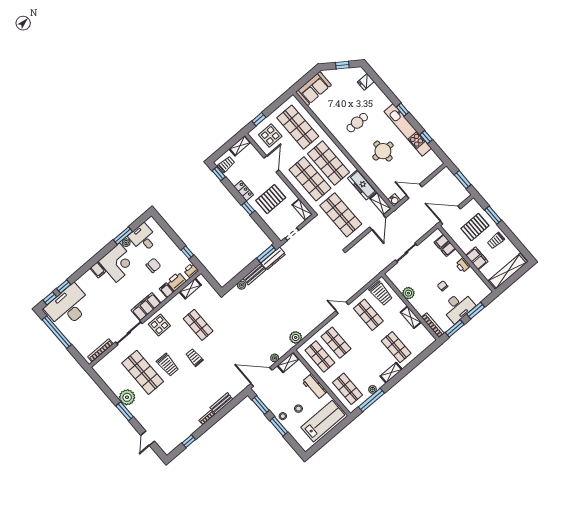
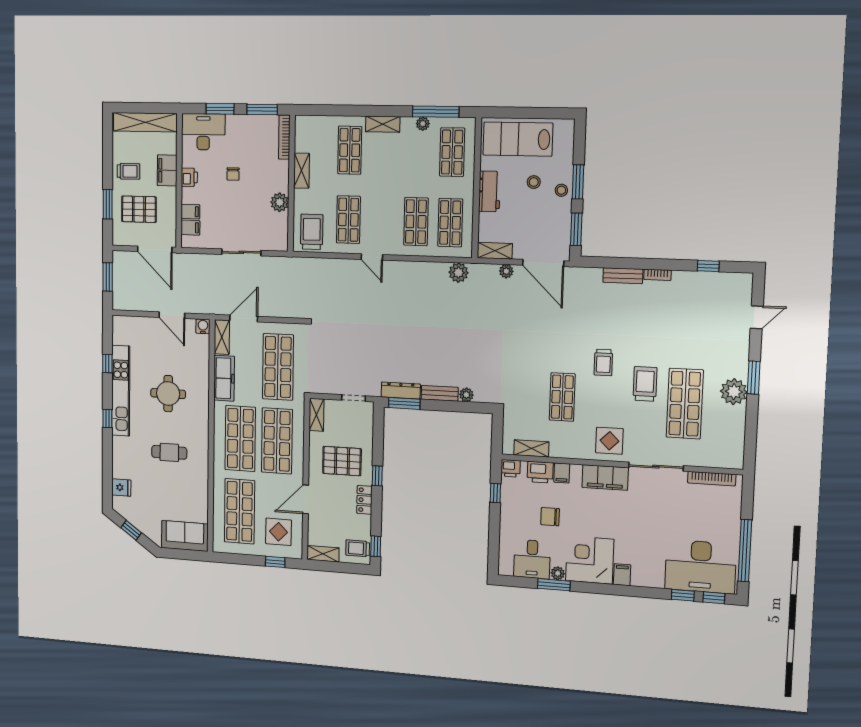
desk: (458, 307) -> (203, 132), moved

